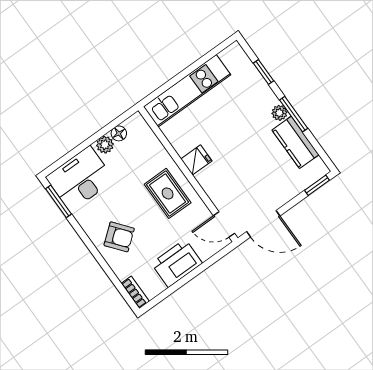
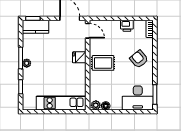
kitchen counter: (295, 142) -> (36, 27), moved, turned 90
plant: (105, 145) -> (96, 105), moved
fridge: (196, 160) -> (79, 57), moved
rug: (168, 193) -> (103, 63), turned 90
printer: (177, 263) -> (127, 26), width x0.53, depth x0.68

